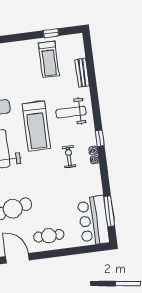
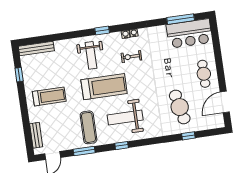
treadmill: (49, 59) -> (49, 96), moved
bench: (82, 73) -> (36, 48), moved, width x1.36
window: (100, 138) -> (102, 31), moved

